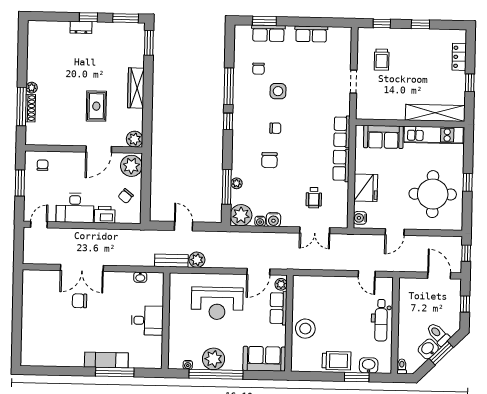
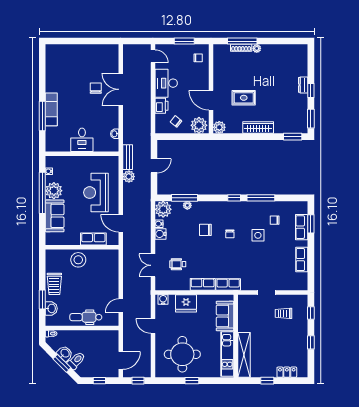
plant: (281, 284) -> (111, 241), removed
sofa: (264, 359) -> (55, 216), moved

